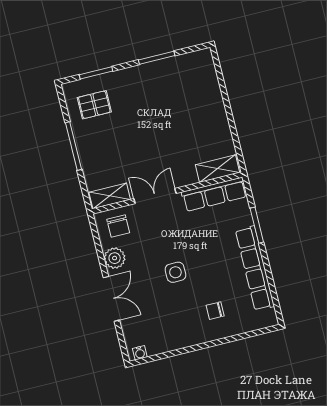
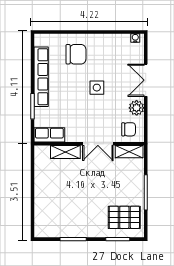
pallet: (94, 105) -> (124, 217), width x1.50, depth x1.42
shelving: (218, 169) -> (65, 152), moved
row of seats: (214, 194) -> (49, 135), width x0.68
chair: (118, 226) -> (129, 129), turned 90
chair: (215, 311) -> (76, 54), width x1.87, depth x1.87

